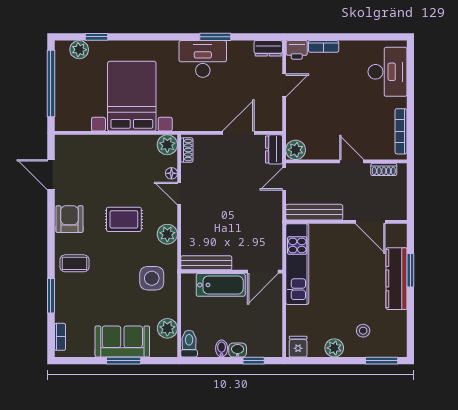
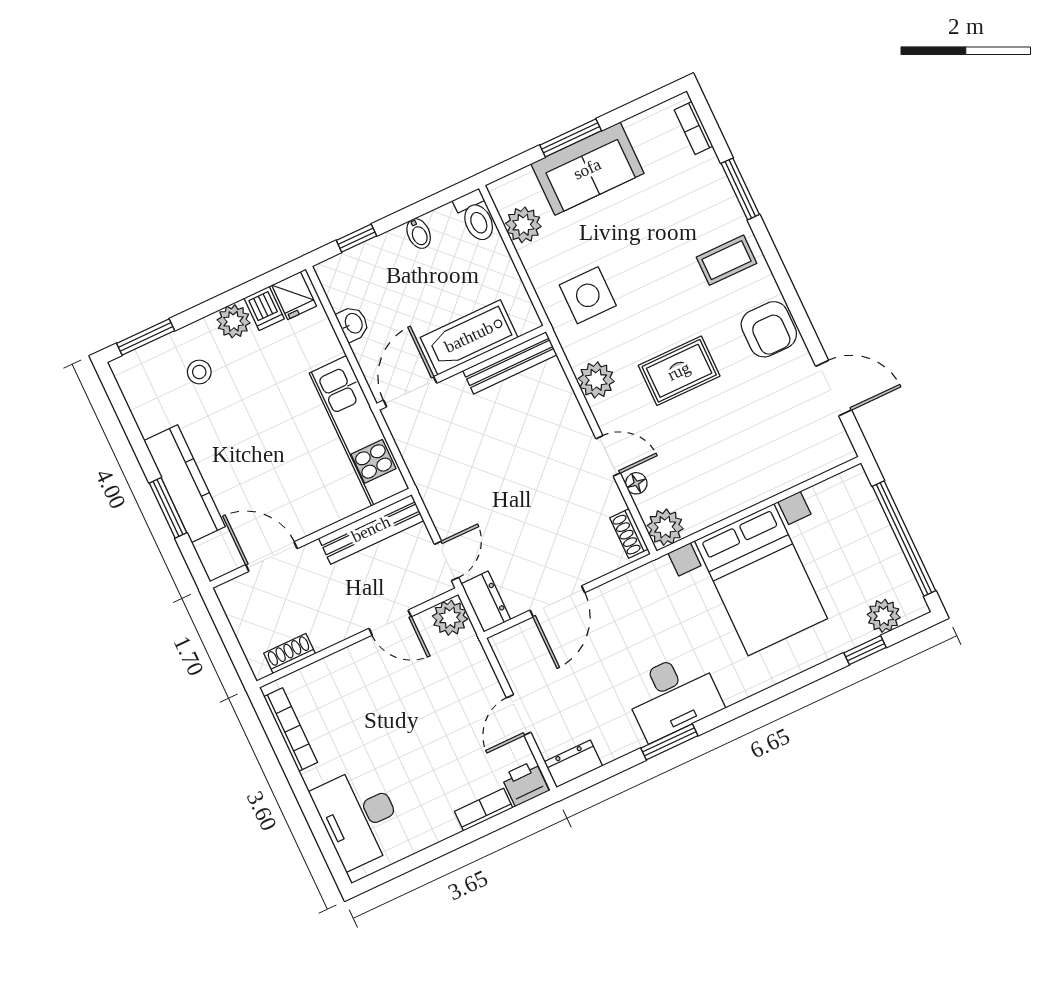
door: (352, 161) -> (390, 623), moved
dishwasher: (316, 347) -> (264, 308), added
washbasin: (238, 350) -> (353, 324), moved, turned -90

